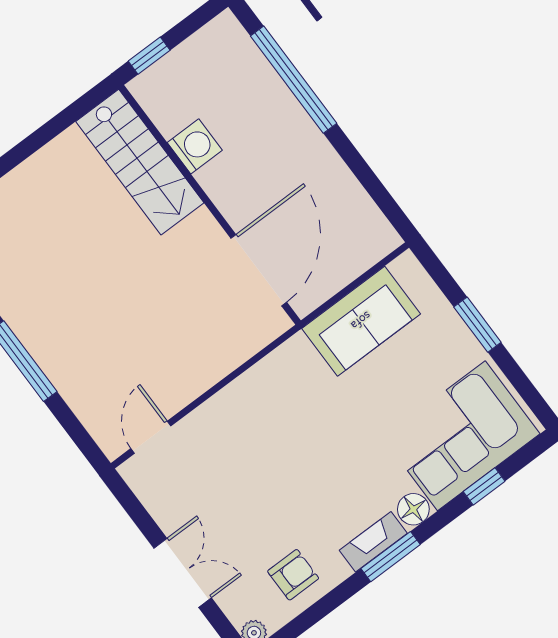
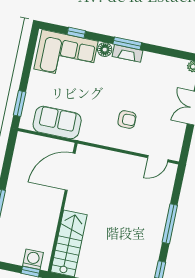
washing machine: (195, 146) -> (33, 259), moved, turned 90
window: (477, 325) -> (20, 103), moved
armchair: (293, 575) -> (127, 119), moved, turned 180

